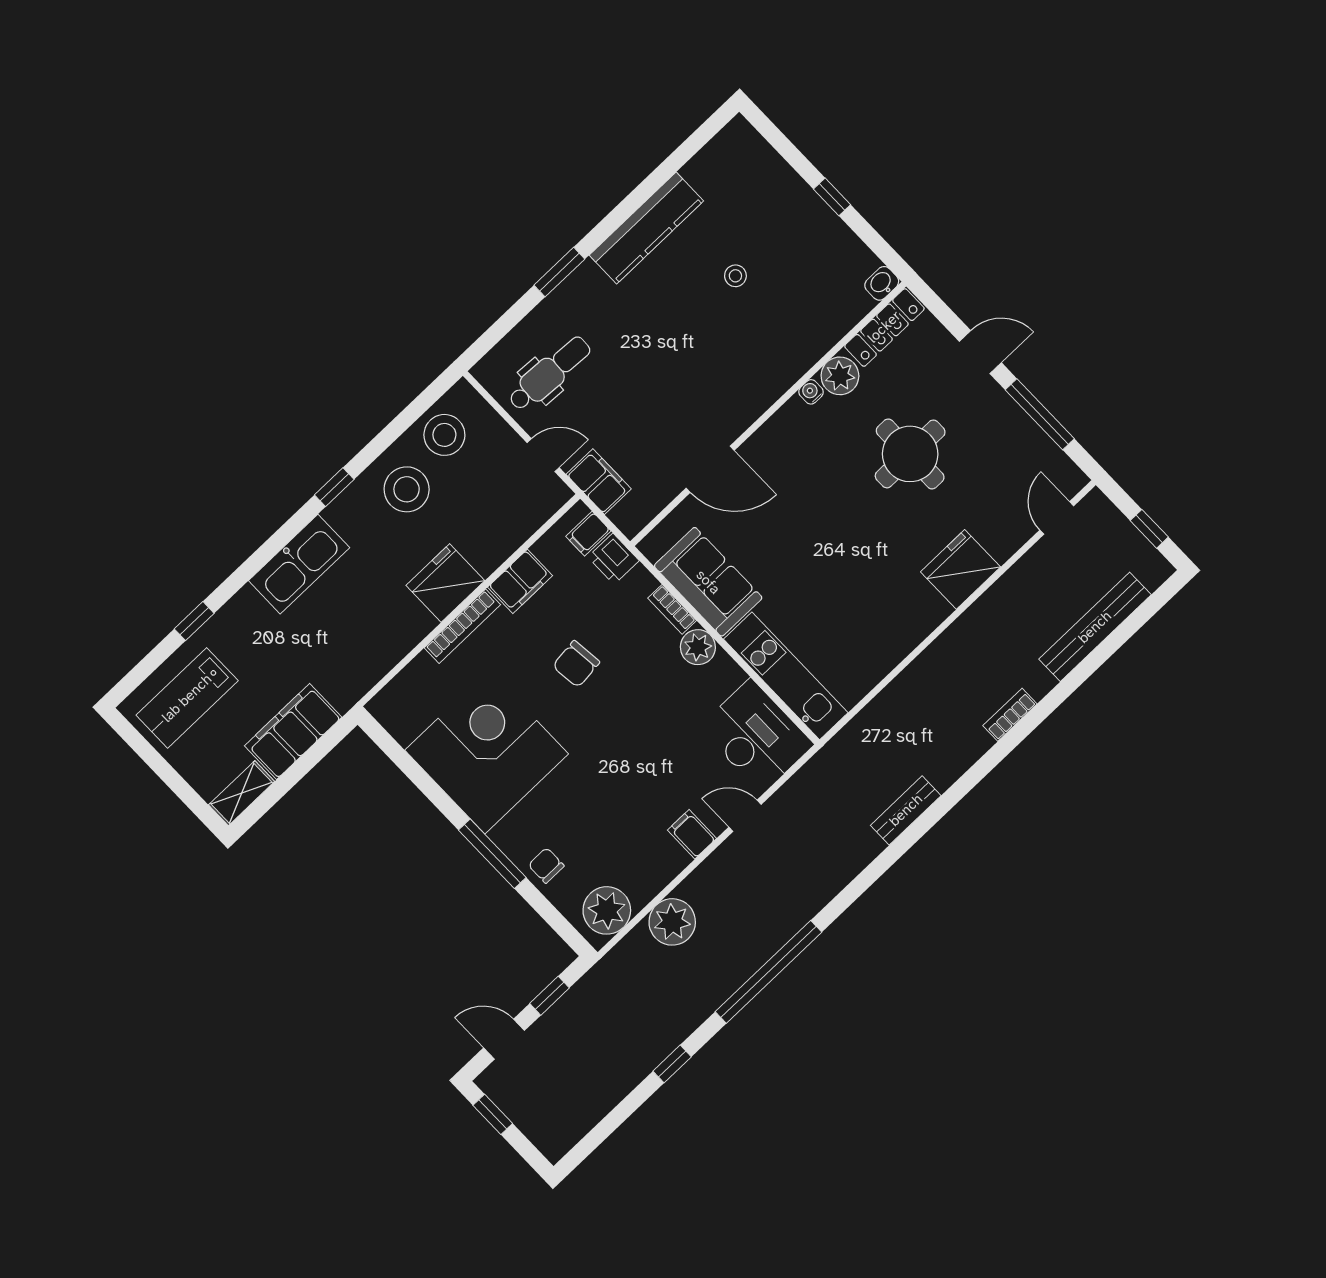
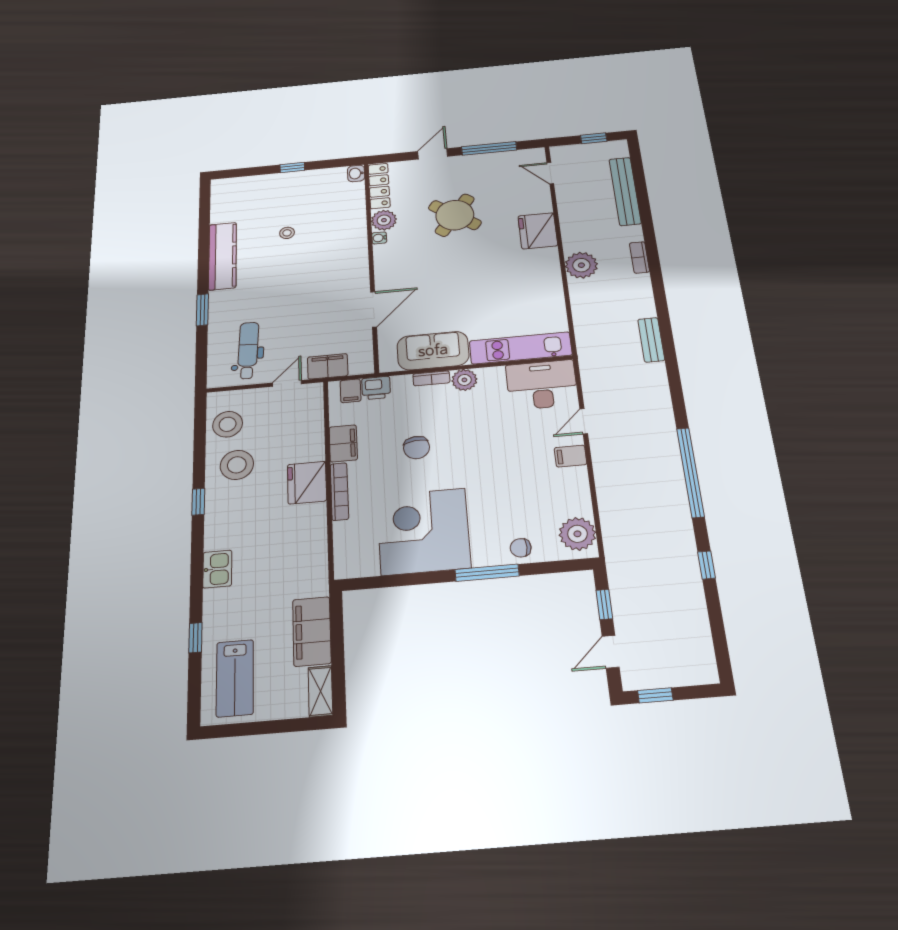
round table: (910, 454) -> (455, 215), turned 36
kitchen sink: (299, 564) -> (217, 569), width x0.53, depth x0.81
plant: (672, 922) -> (581, 265), moved

